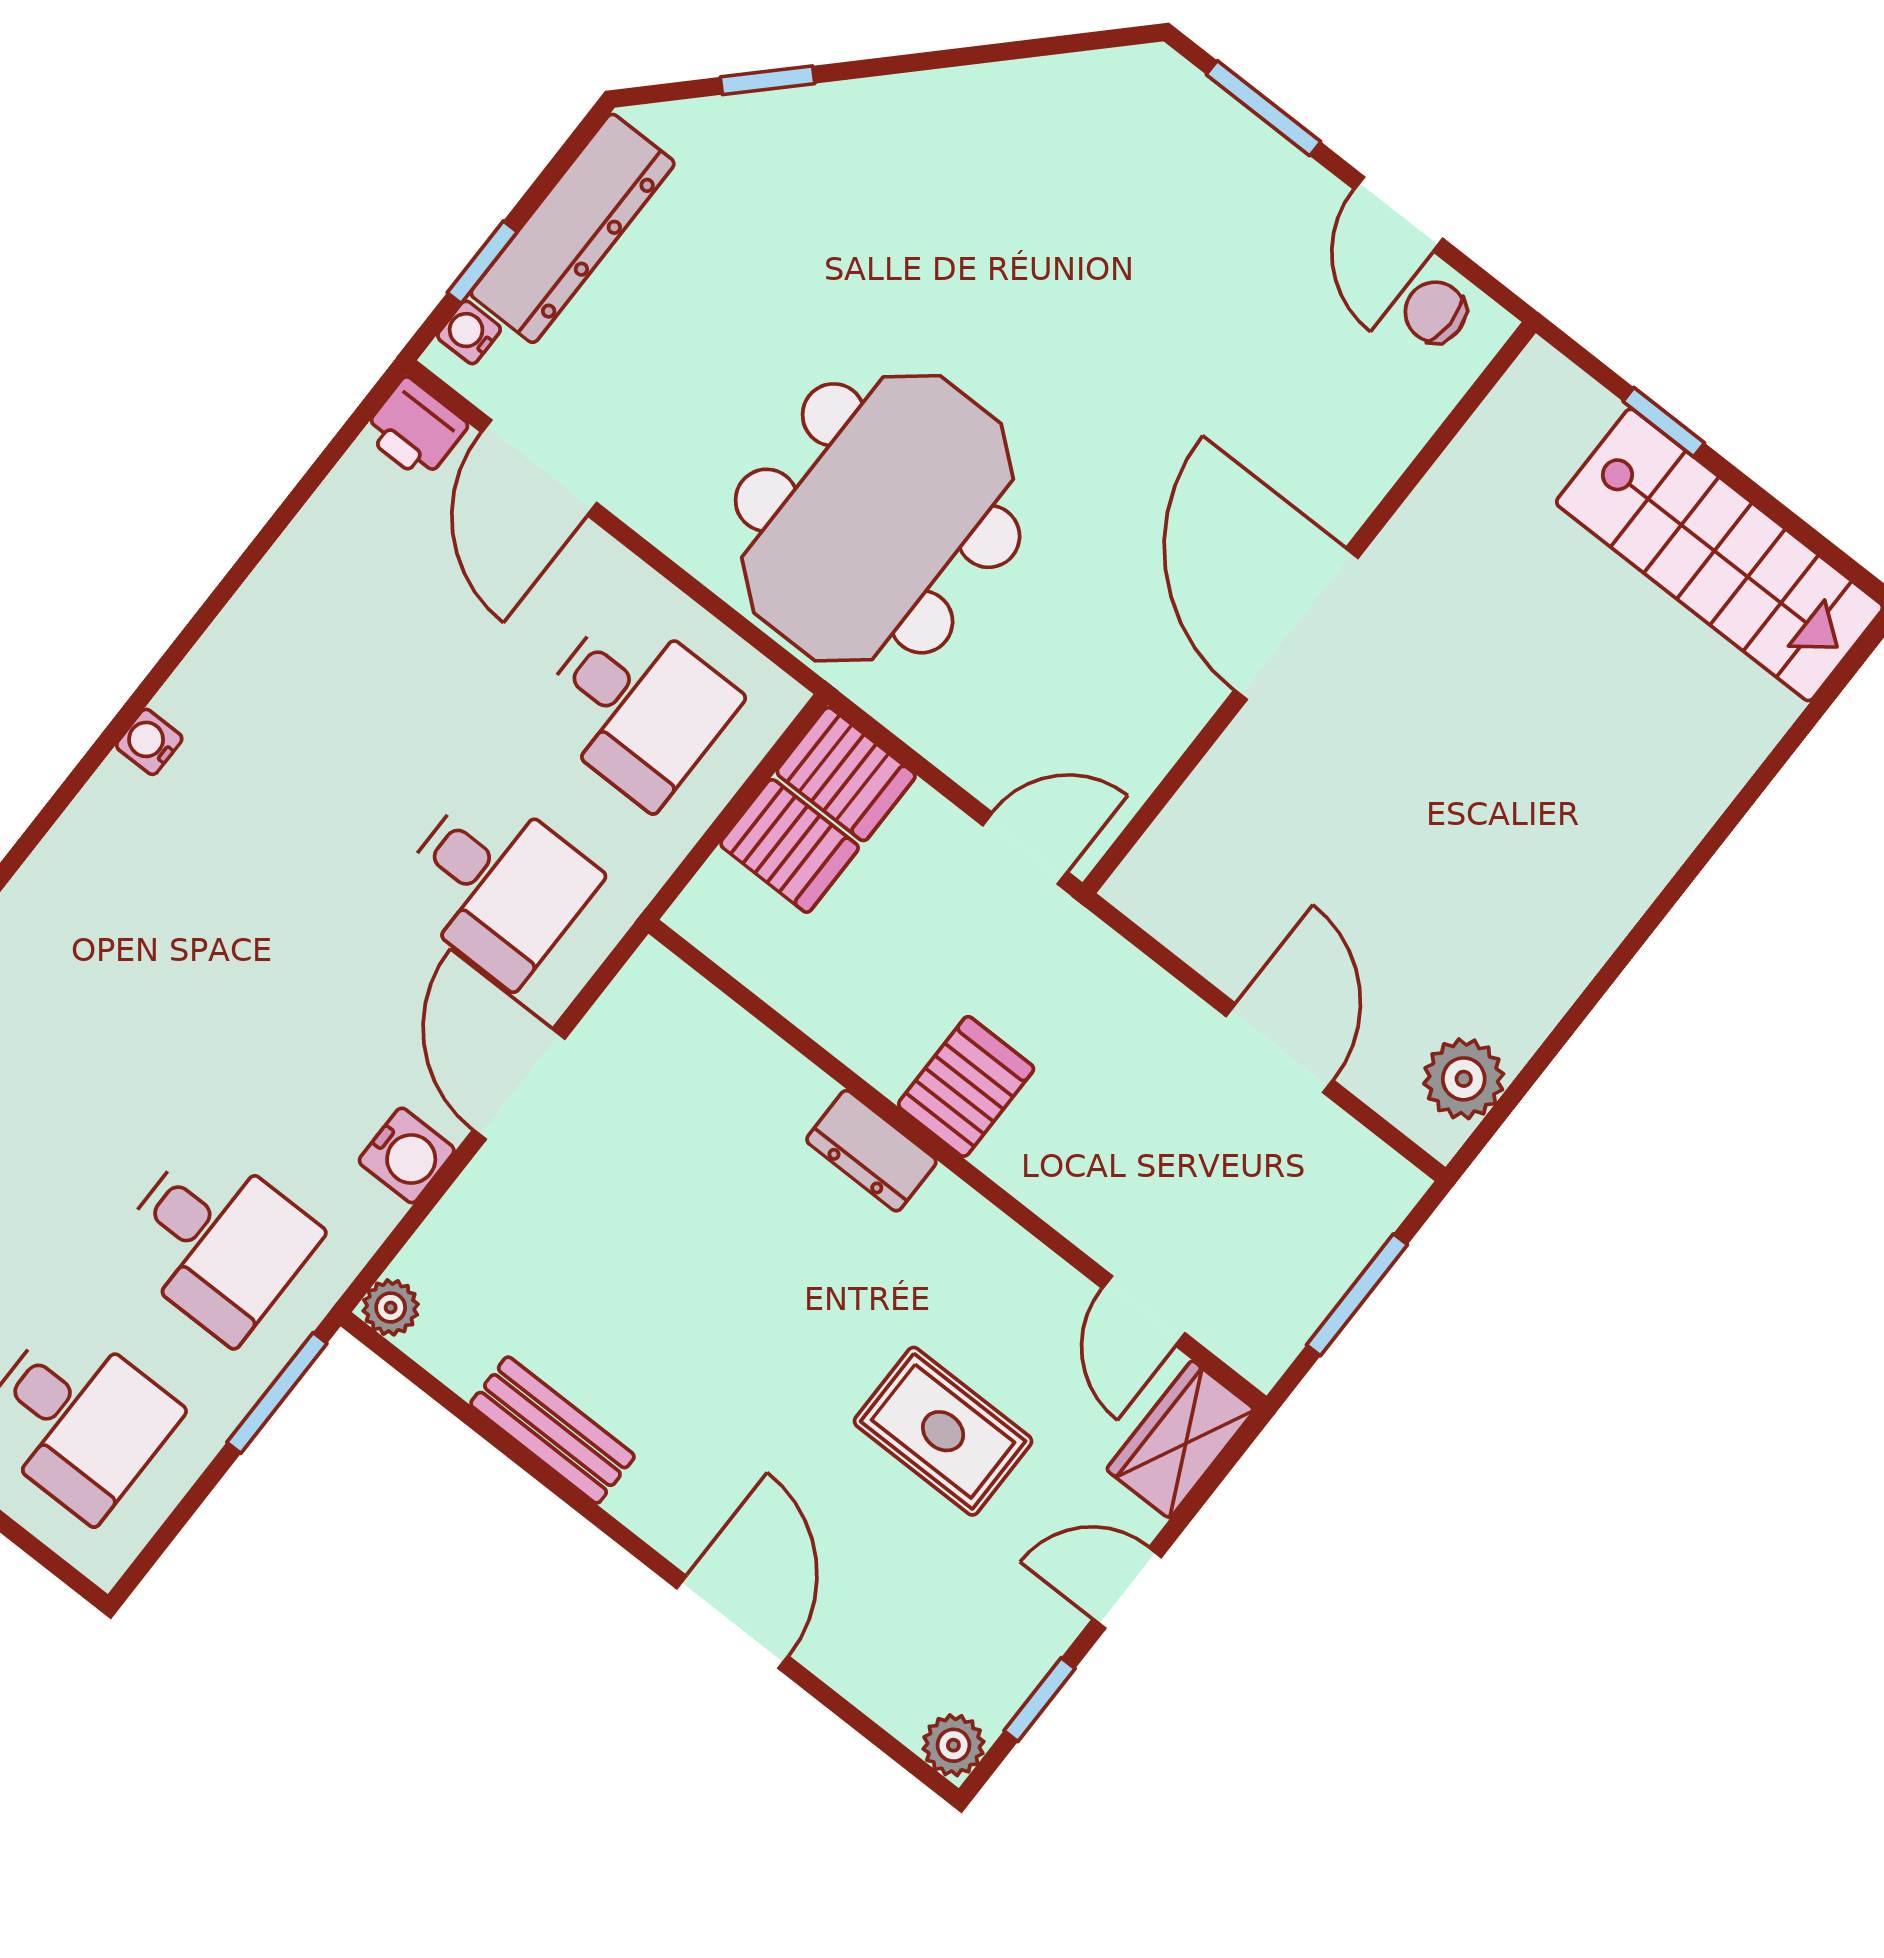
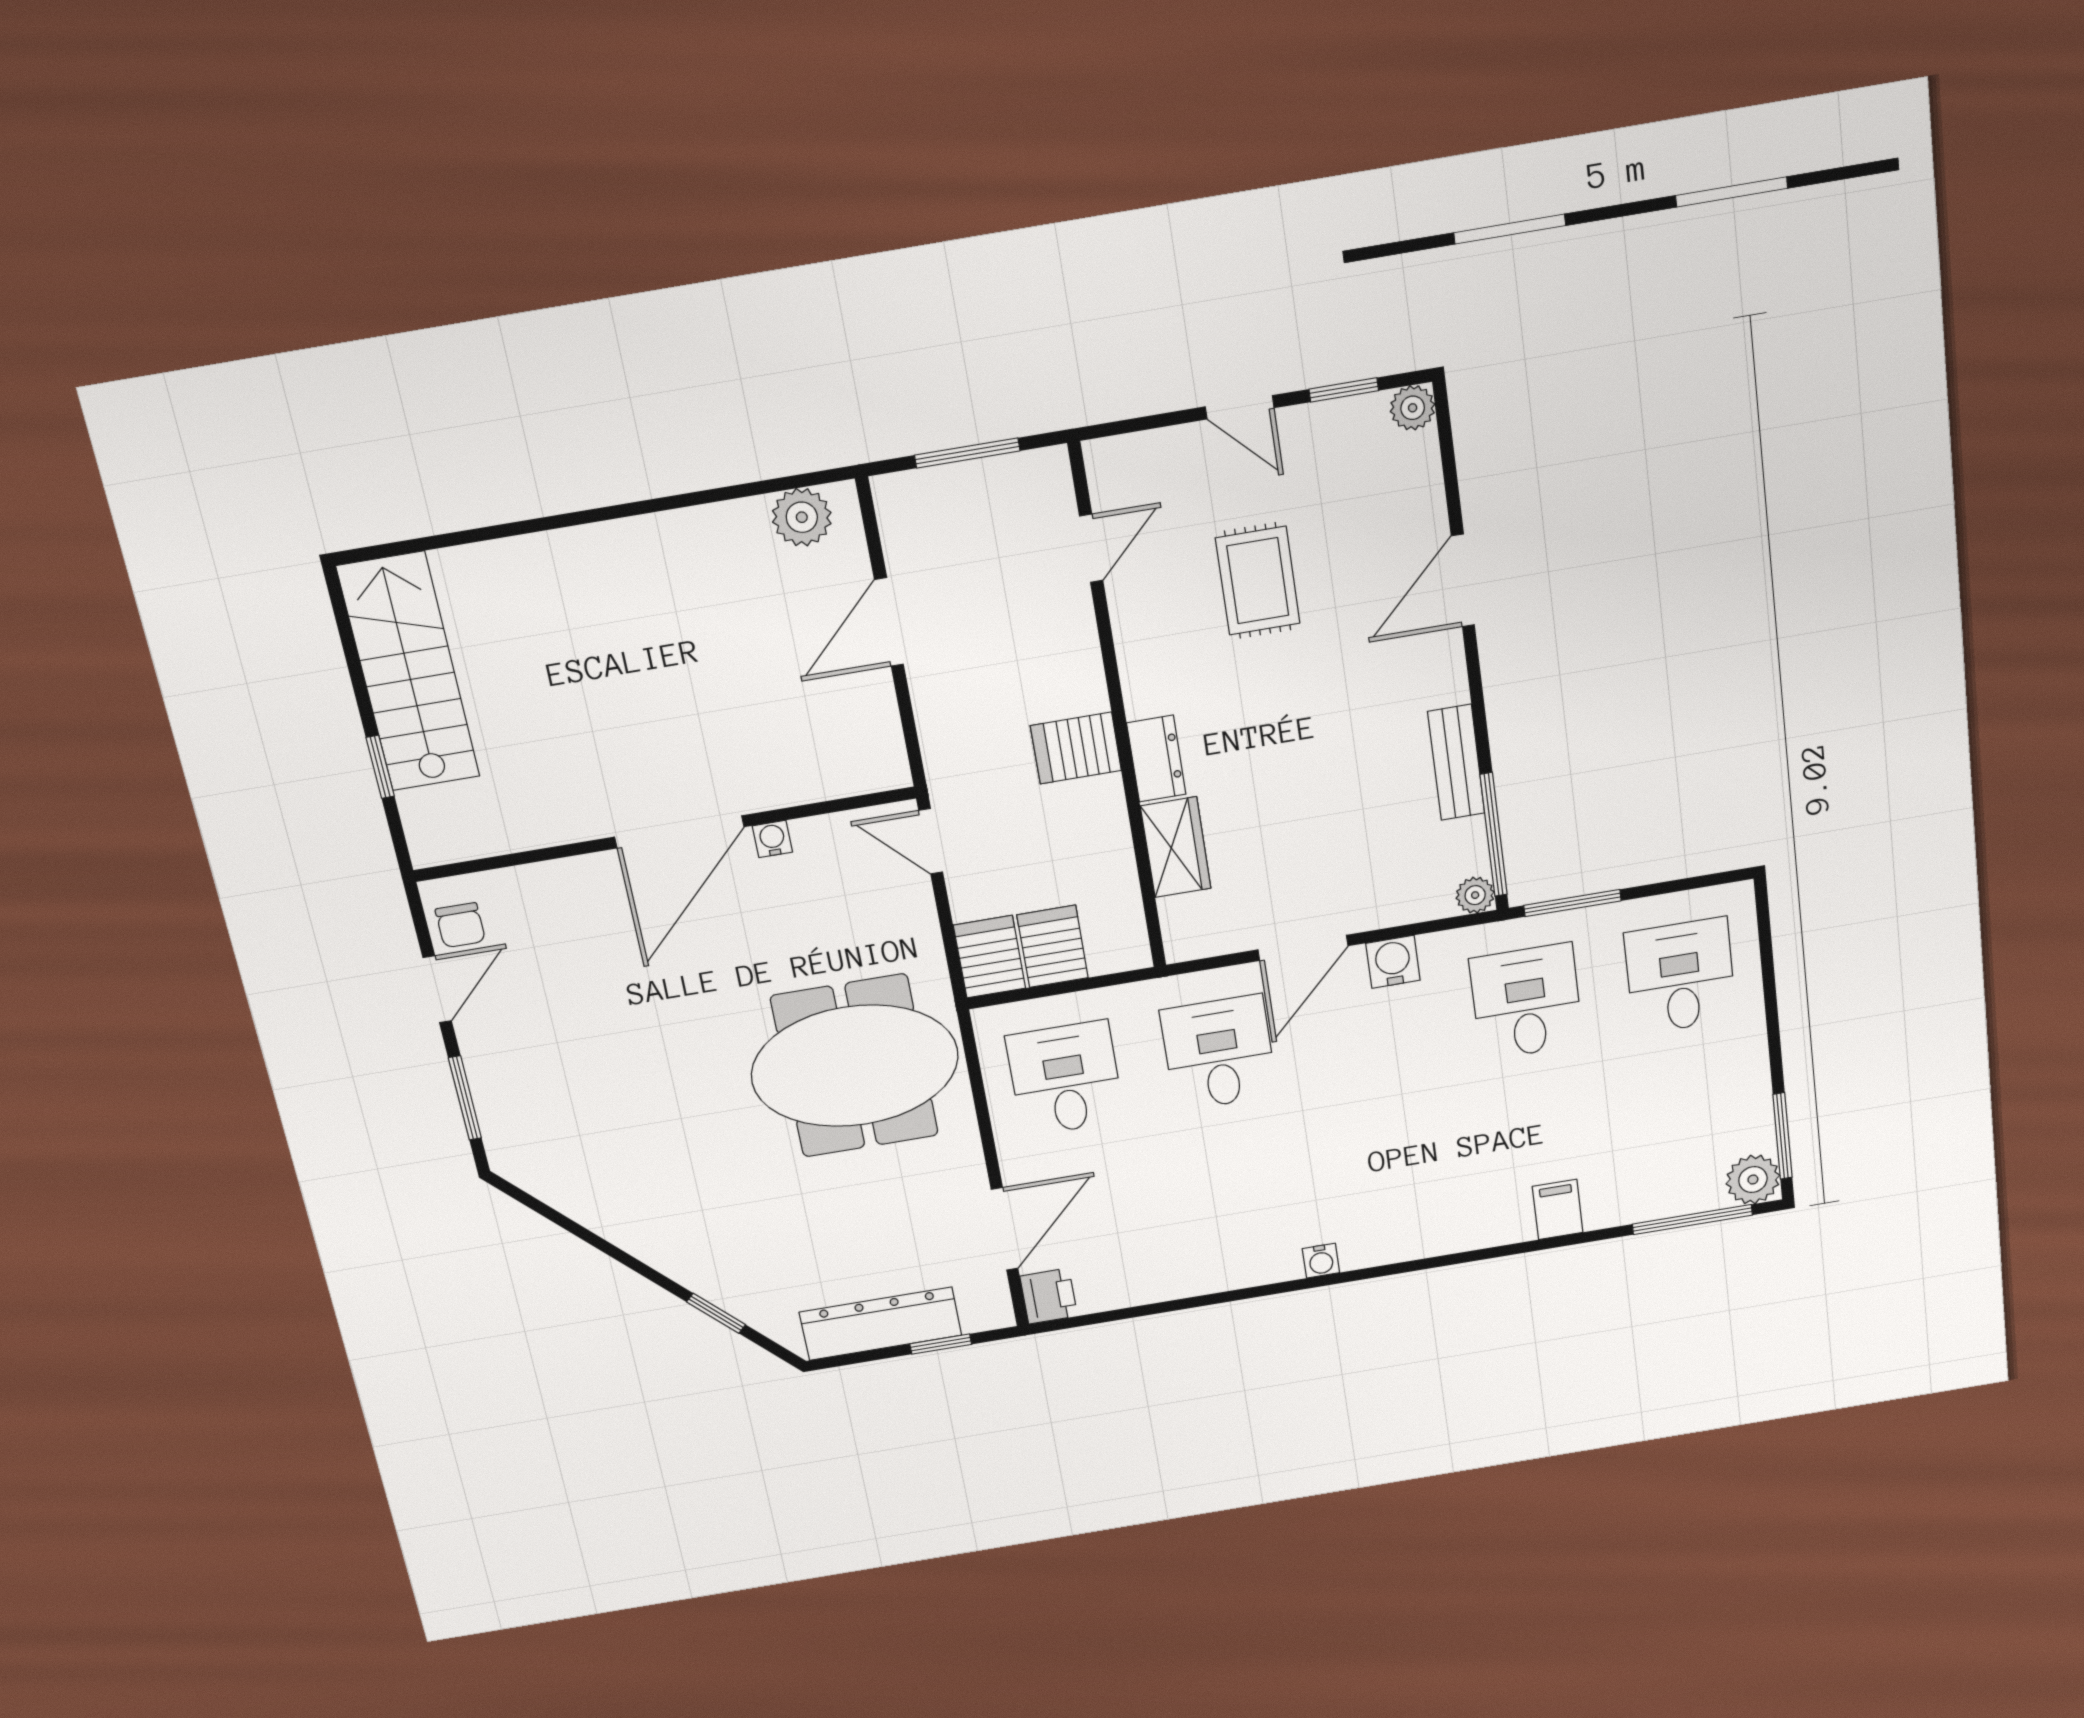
water cooler: (469, 332) -> (772, 839), moved, turned 180
window: (436, 1390) -> (1494, 835), added
wardrobe: (1181, 1440) -> (1176, 847), moved, turned -90

